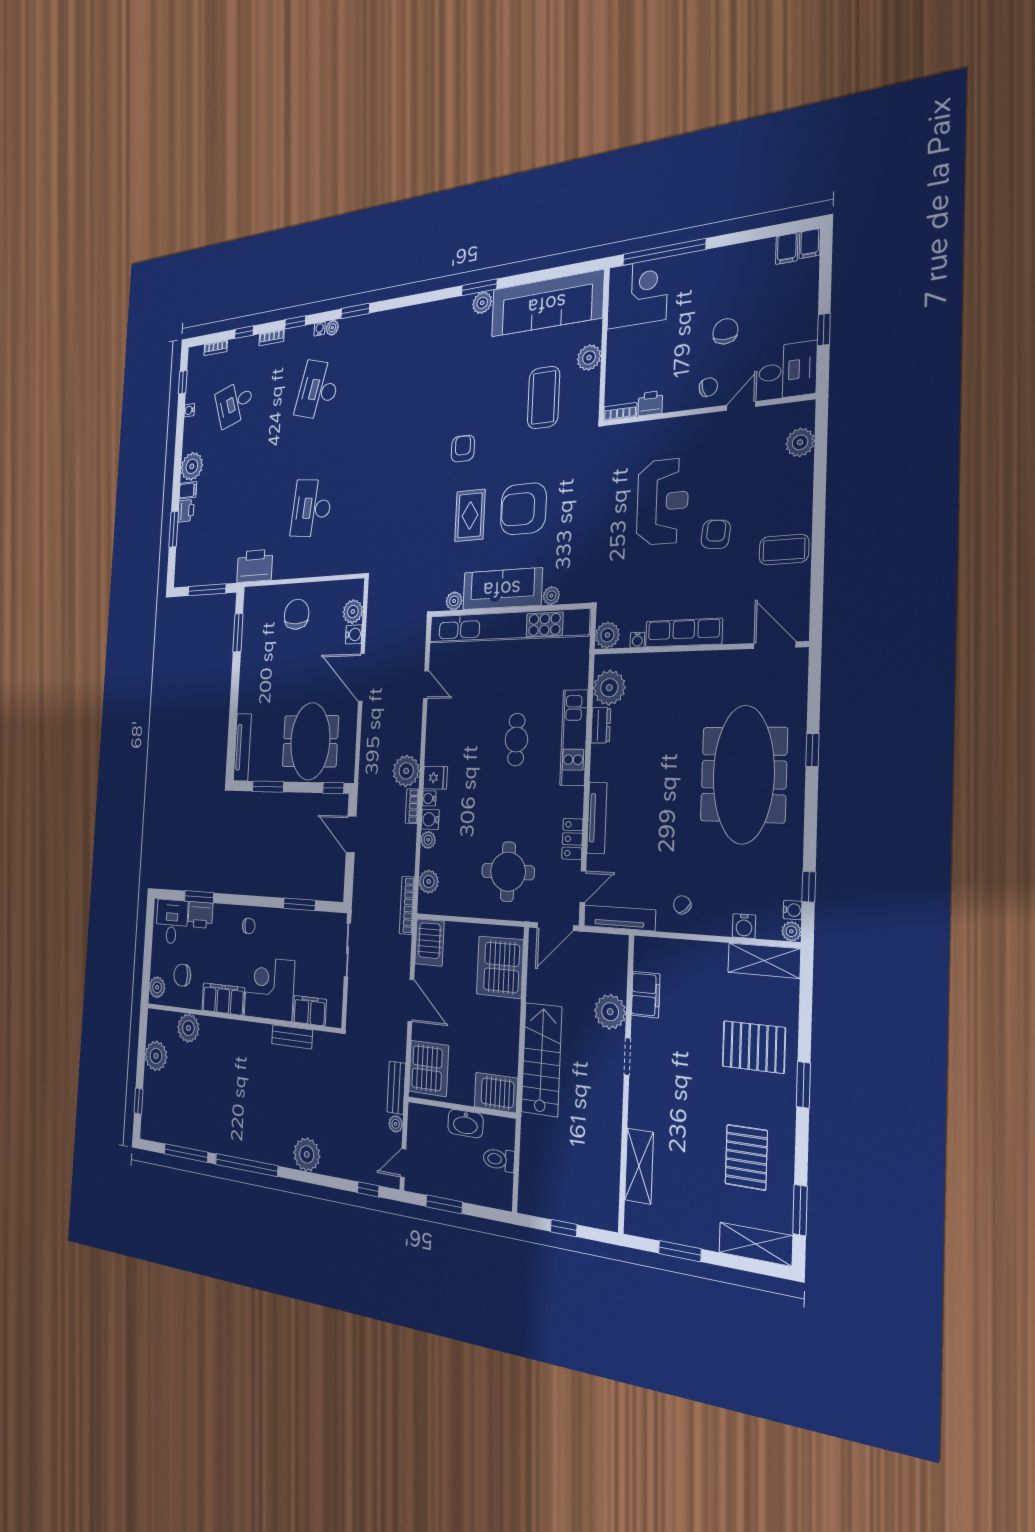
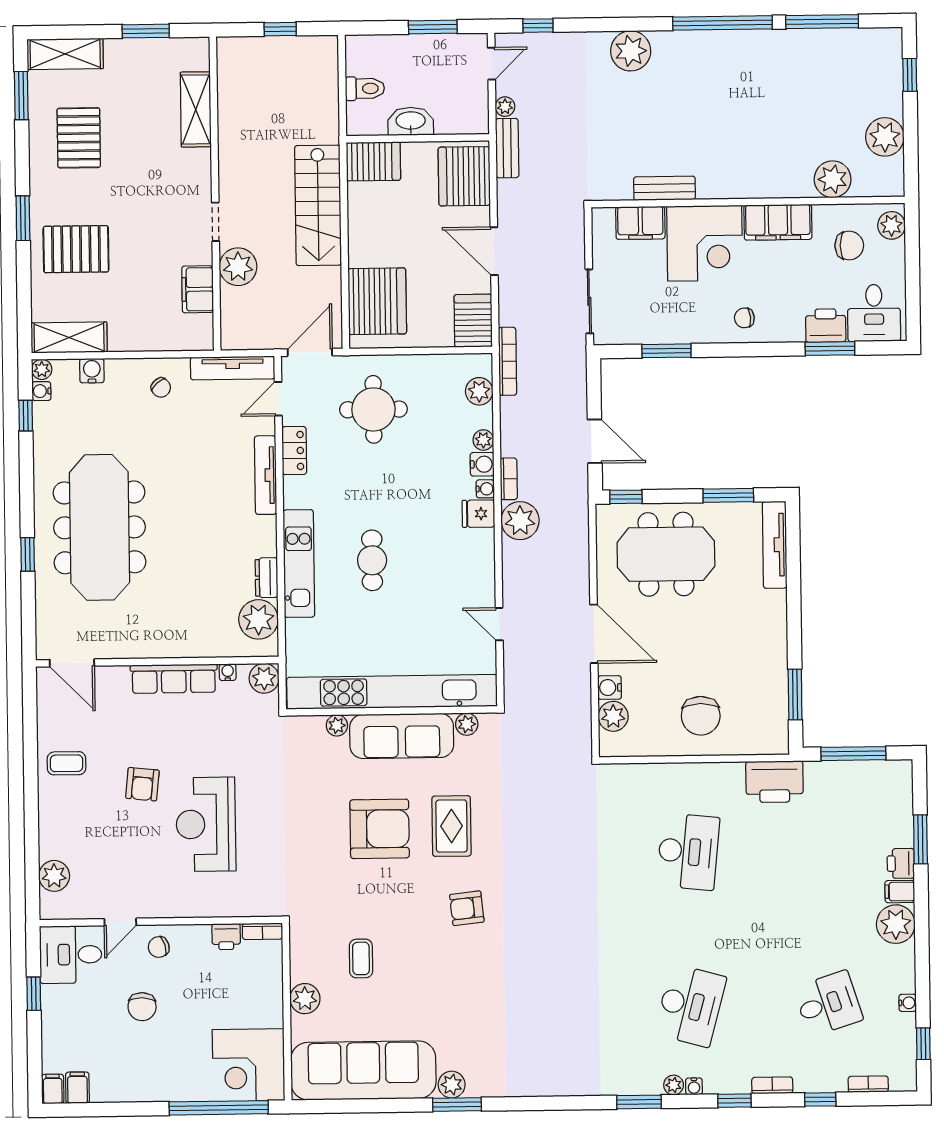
coffee table: (544, 398) -> (361, 958), width x0.54, depth x0.58
armchair: (463, 449) -> (467, 908), turned 84
coffee table: (784, 550) -> (66, 763), width x0.73, depth x0.77
meeting table: (310, 741) -> (666, 554), turned 90

